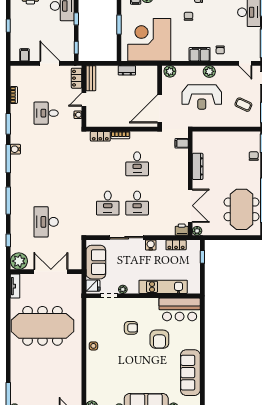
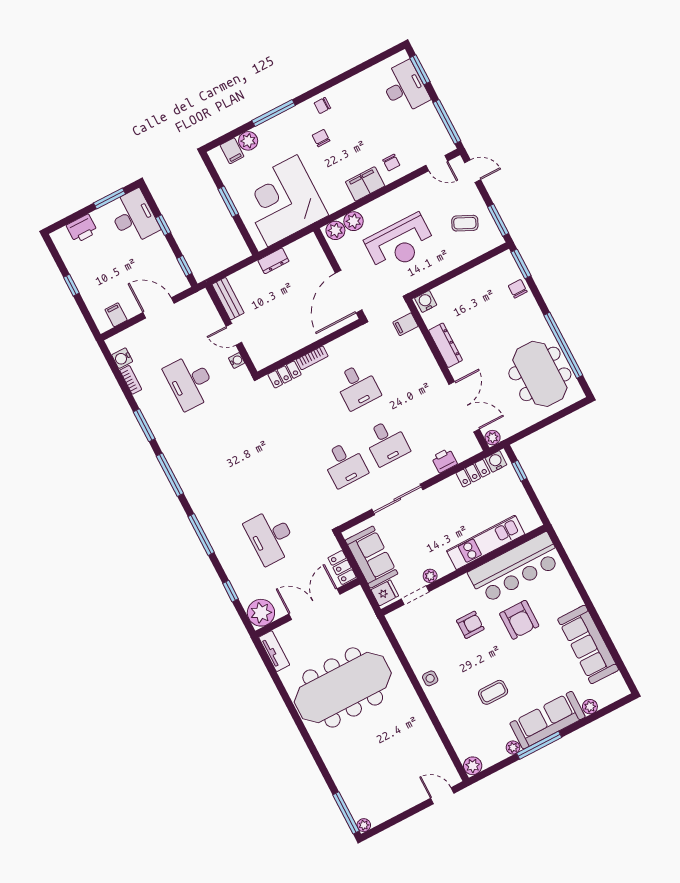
plant: (209, 71) -> (354, 221), moved
locker: (77, 78) -> (342, 567), moved
door: (84, 100) -> (234, 334), hinge flipped
desk: (46, 113) -> (190, 382), width x1.37
water cooler: (199, 137) -> (426, 301), added
water cooler: (15, 149) -> (122, 358), moved
printer: (182, 230) -> (444, 460), moved
water cooler: (151, 245) -> (496, 461), moved
bar counter: (180, 309) -> (515, 568), width x1.36
coffee table: (124, 372) -> (493, 692), added

